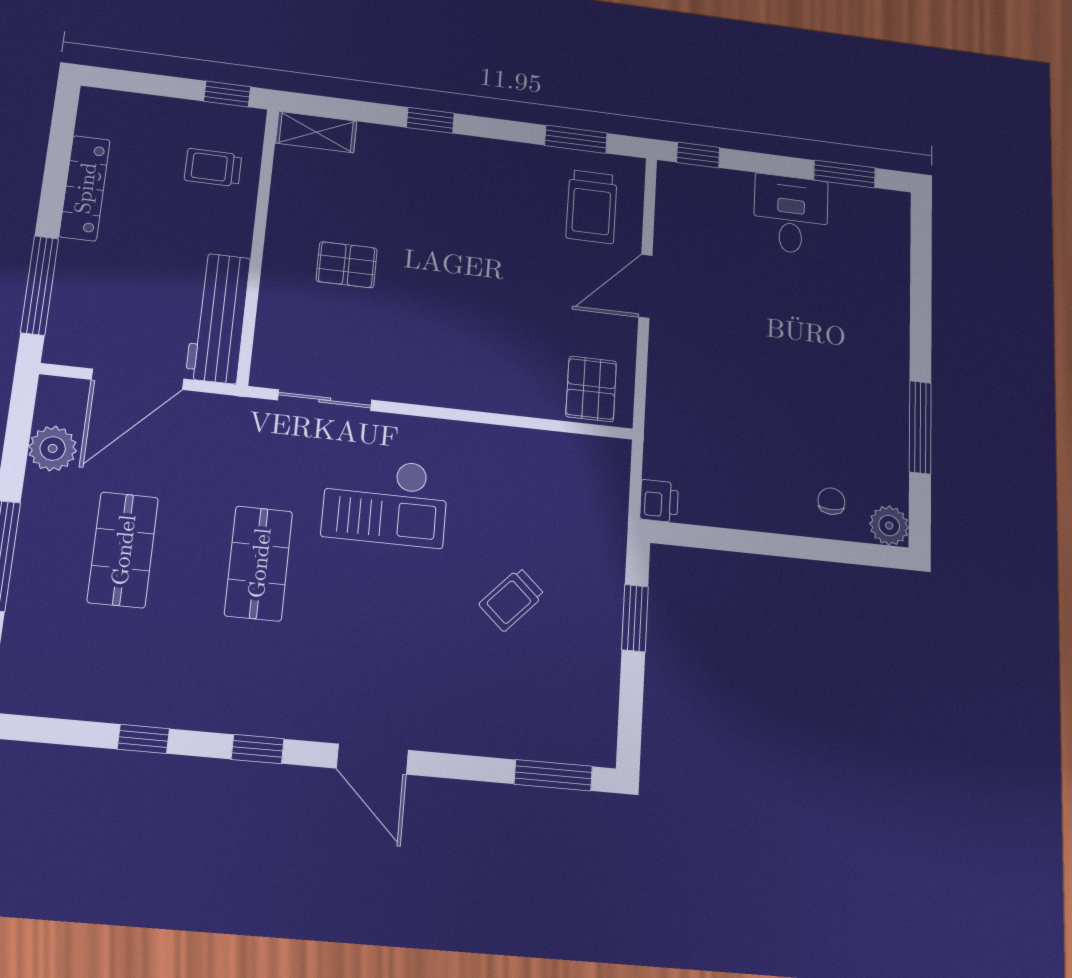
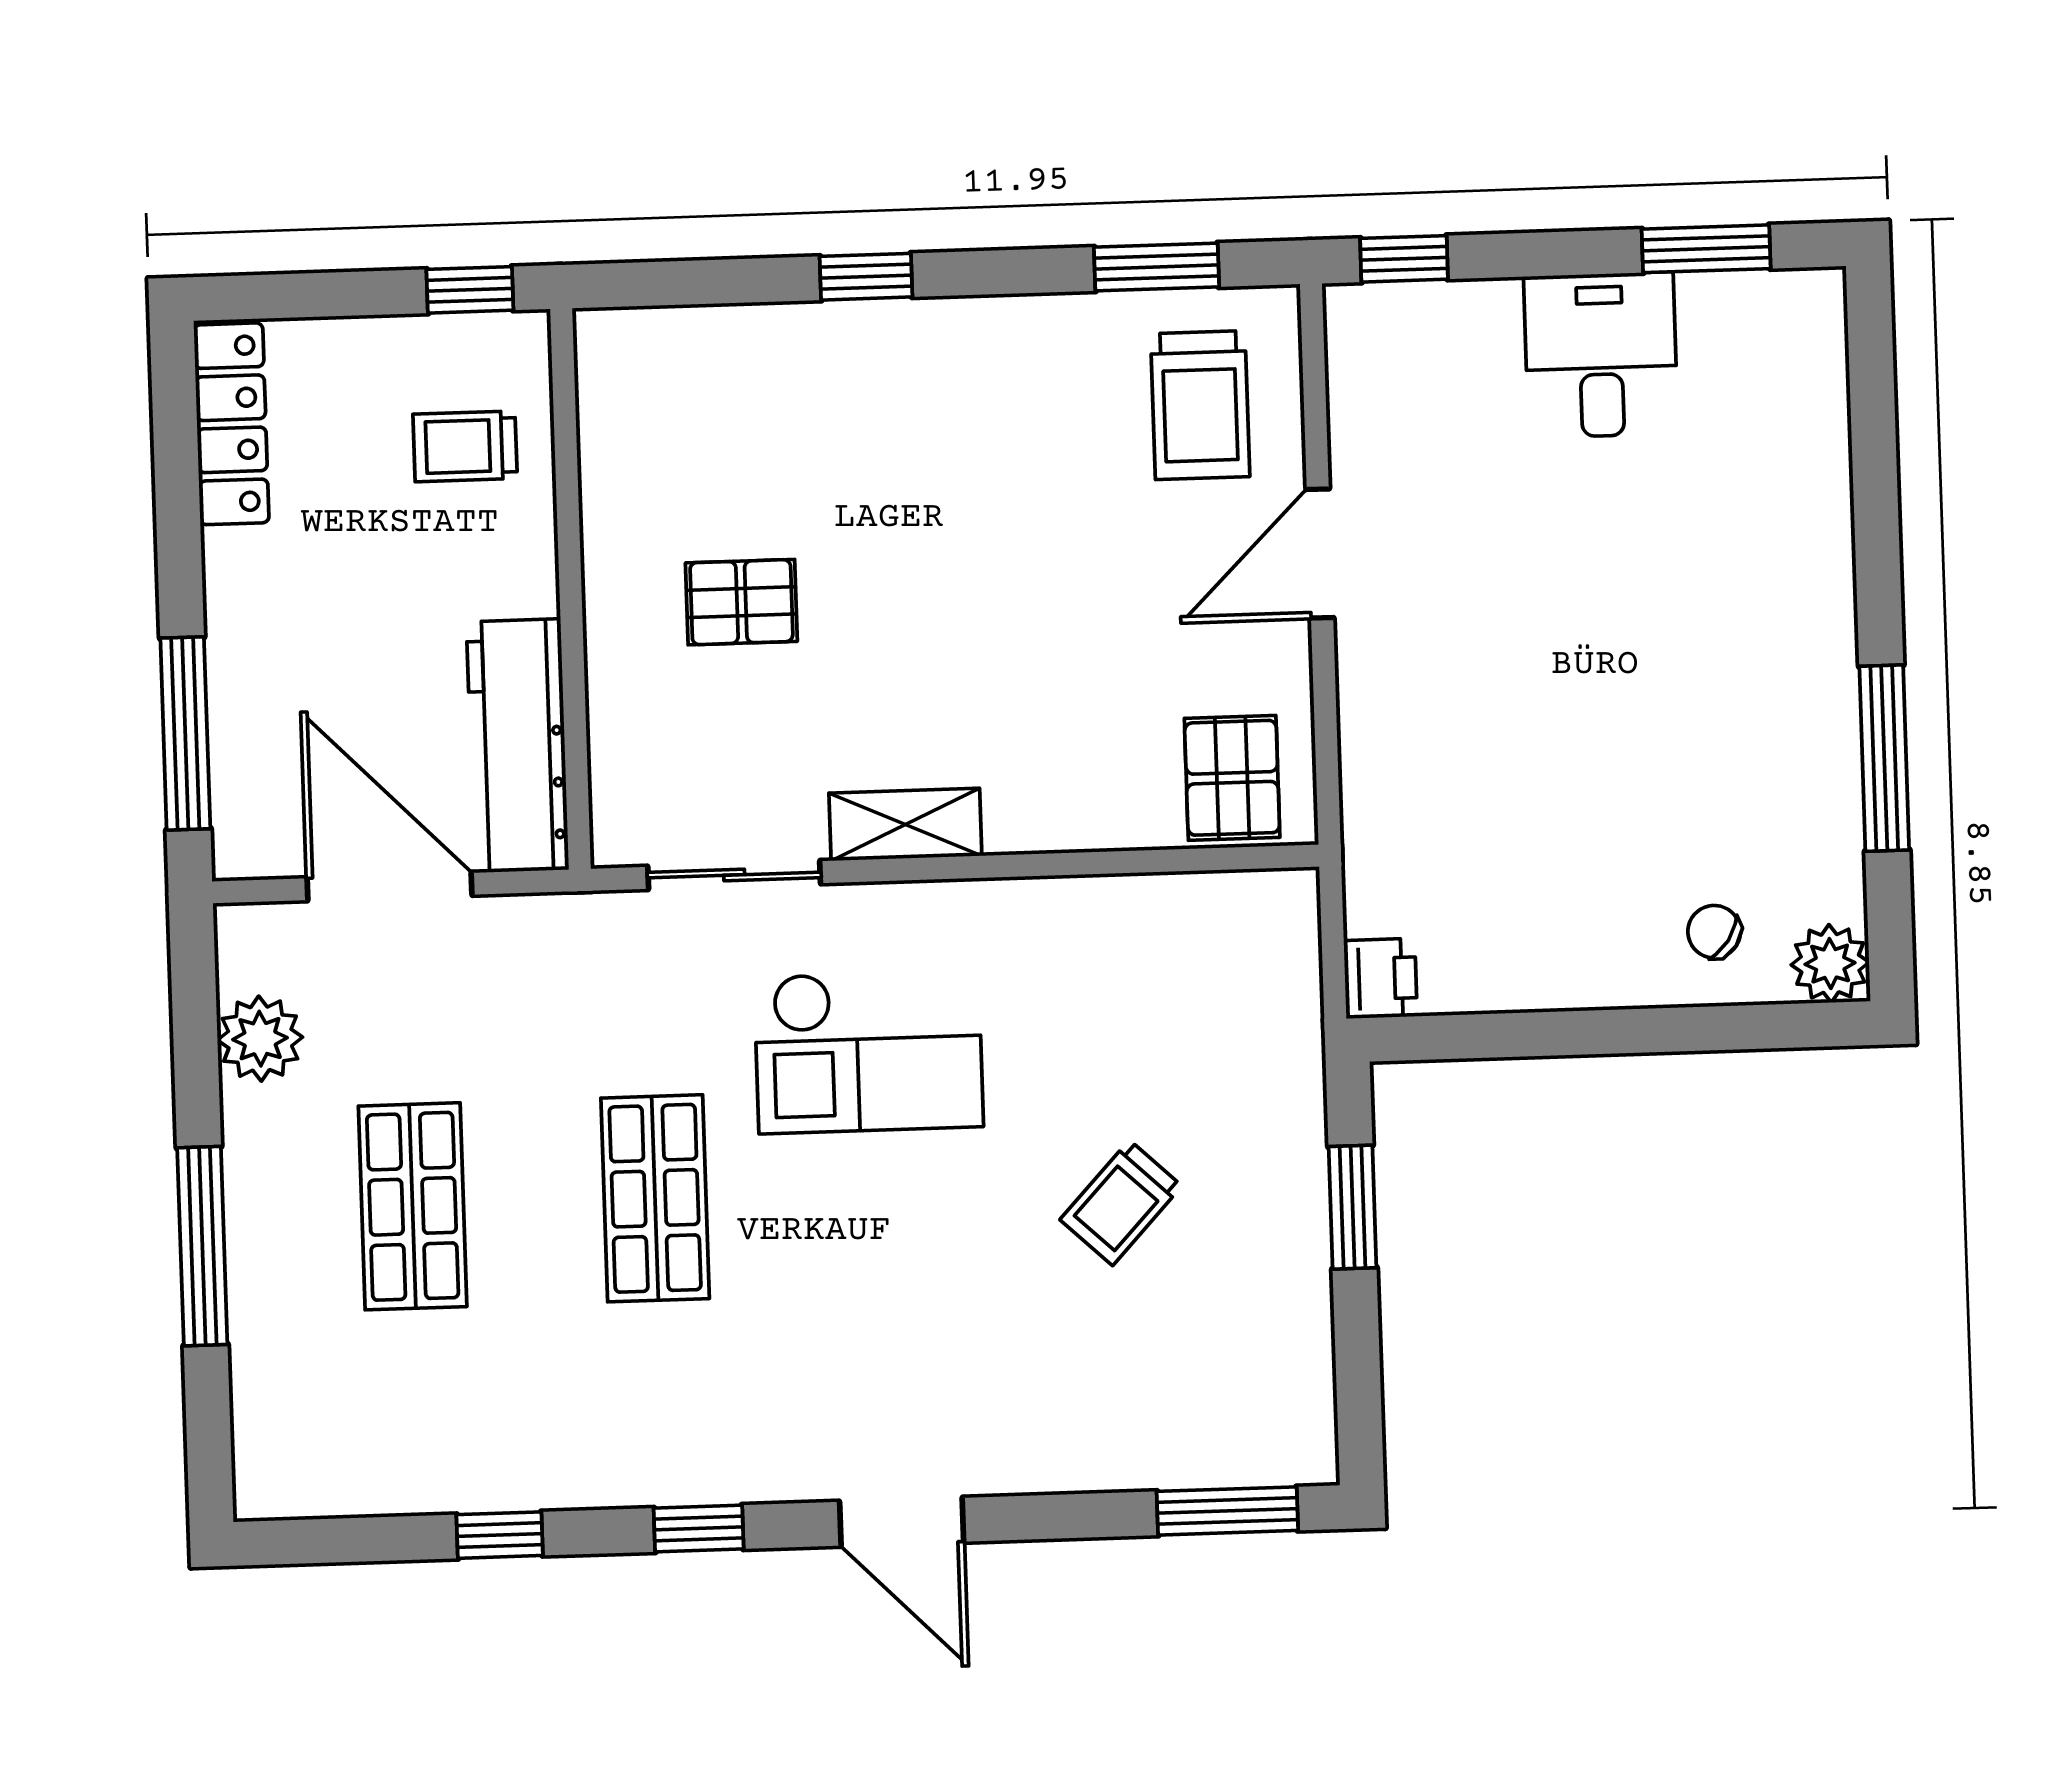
shelving: (316, 132) -> (905, 824), moved
locker: (85, 188) -> (231, 424), moved
door: (138, 379) -> (389, 886), swing flipped
chair: (831, 501) -> (1714, 932), turned -56

